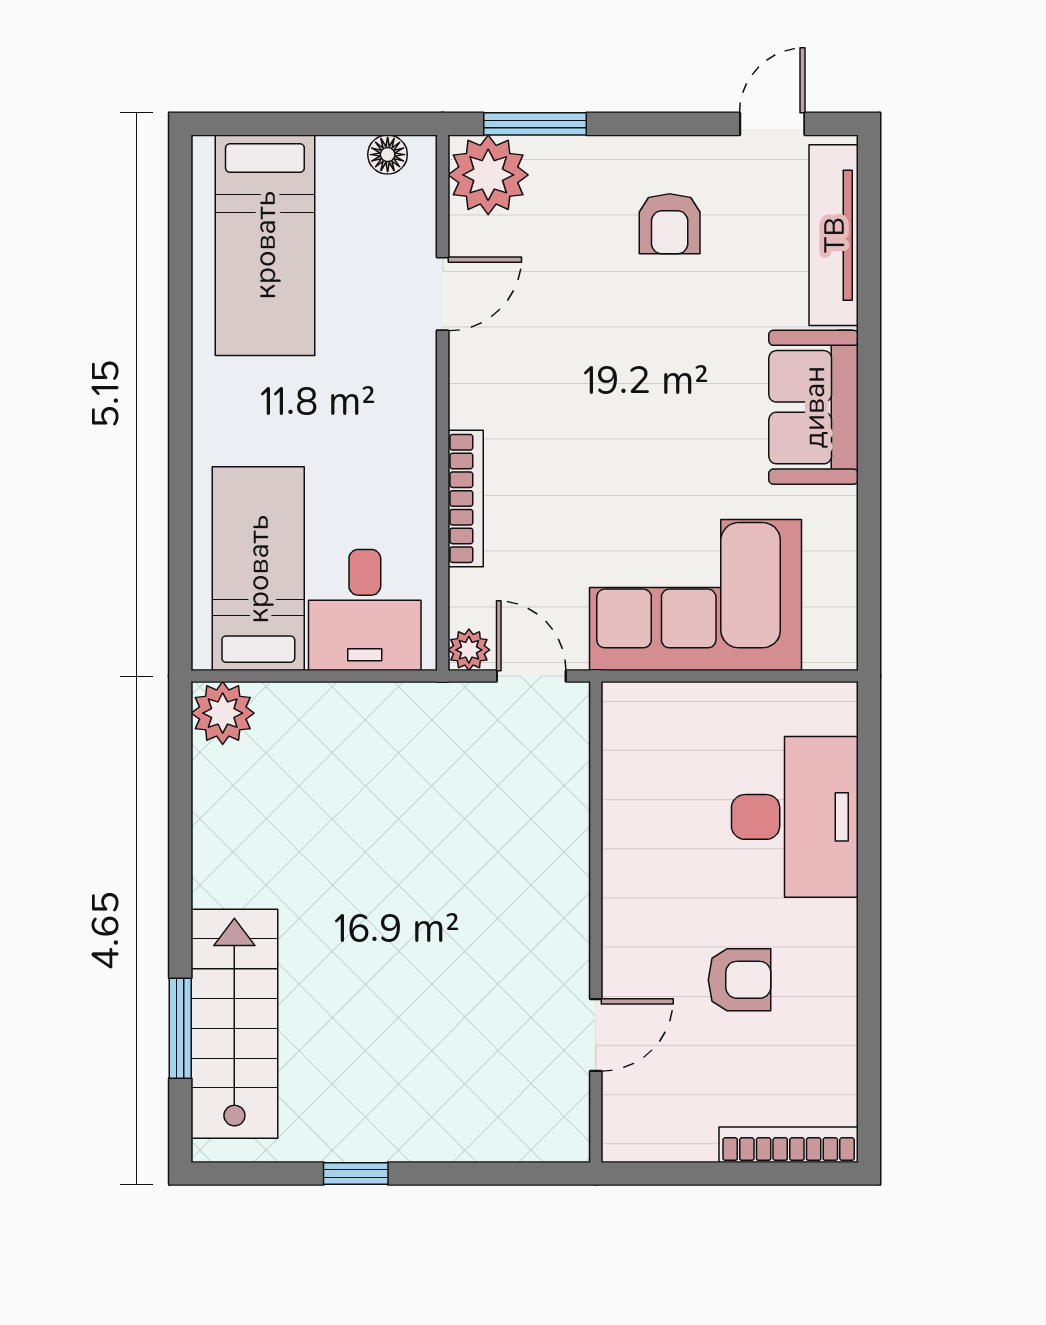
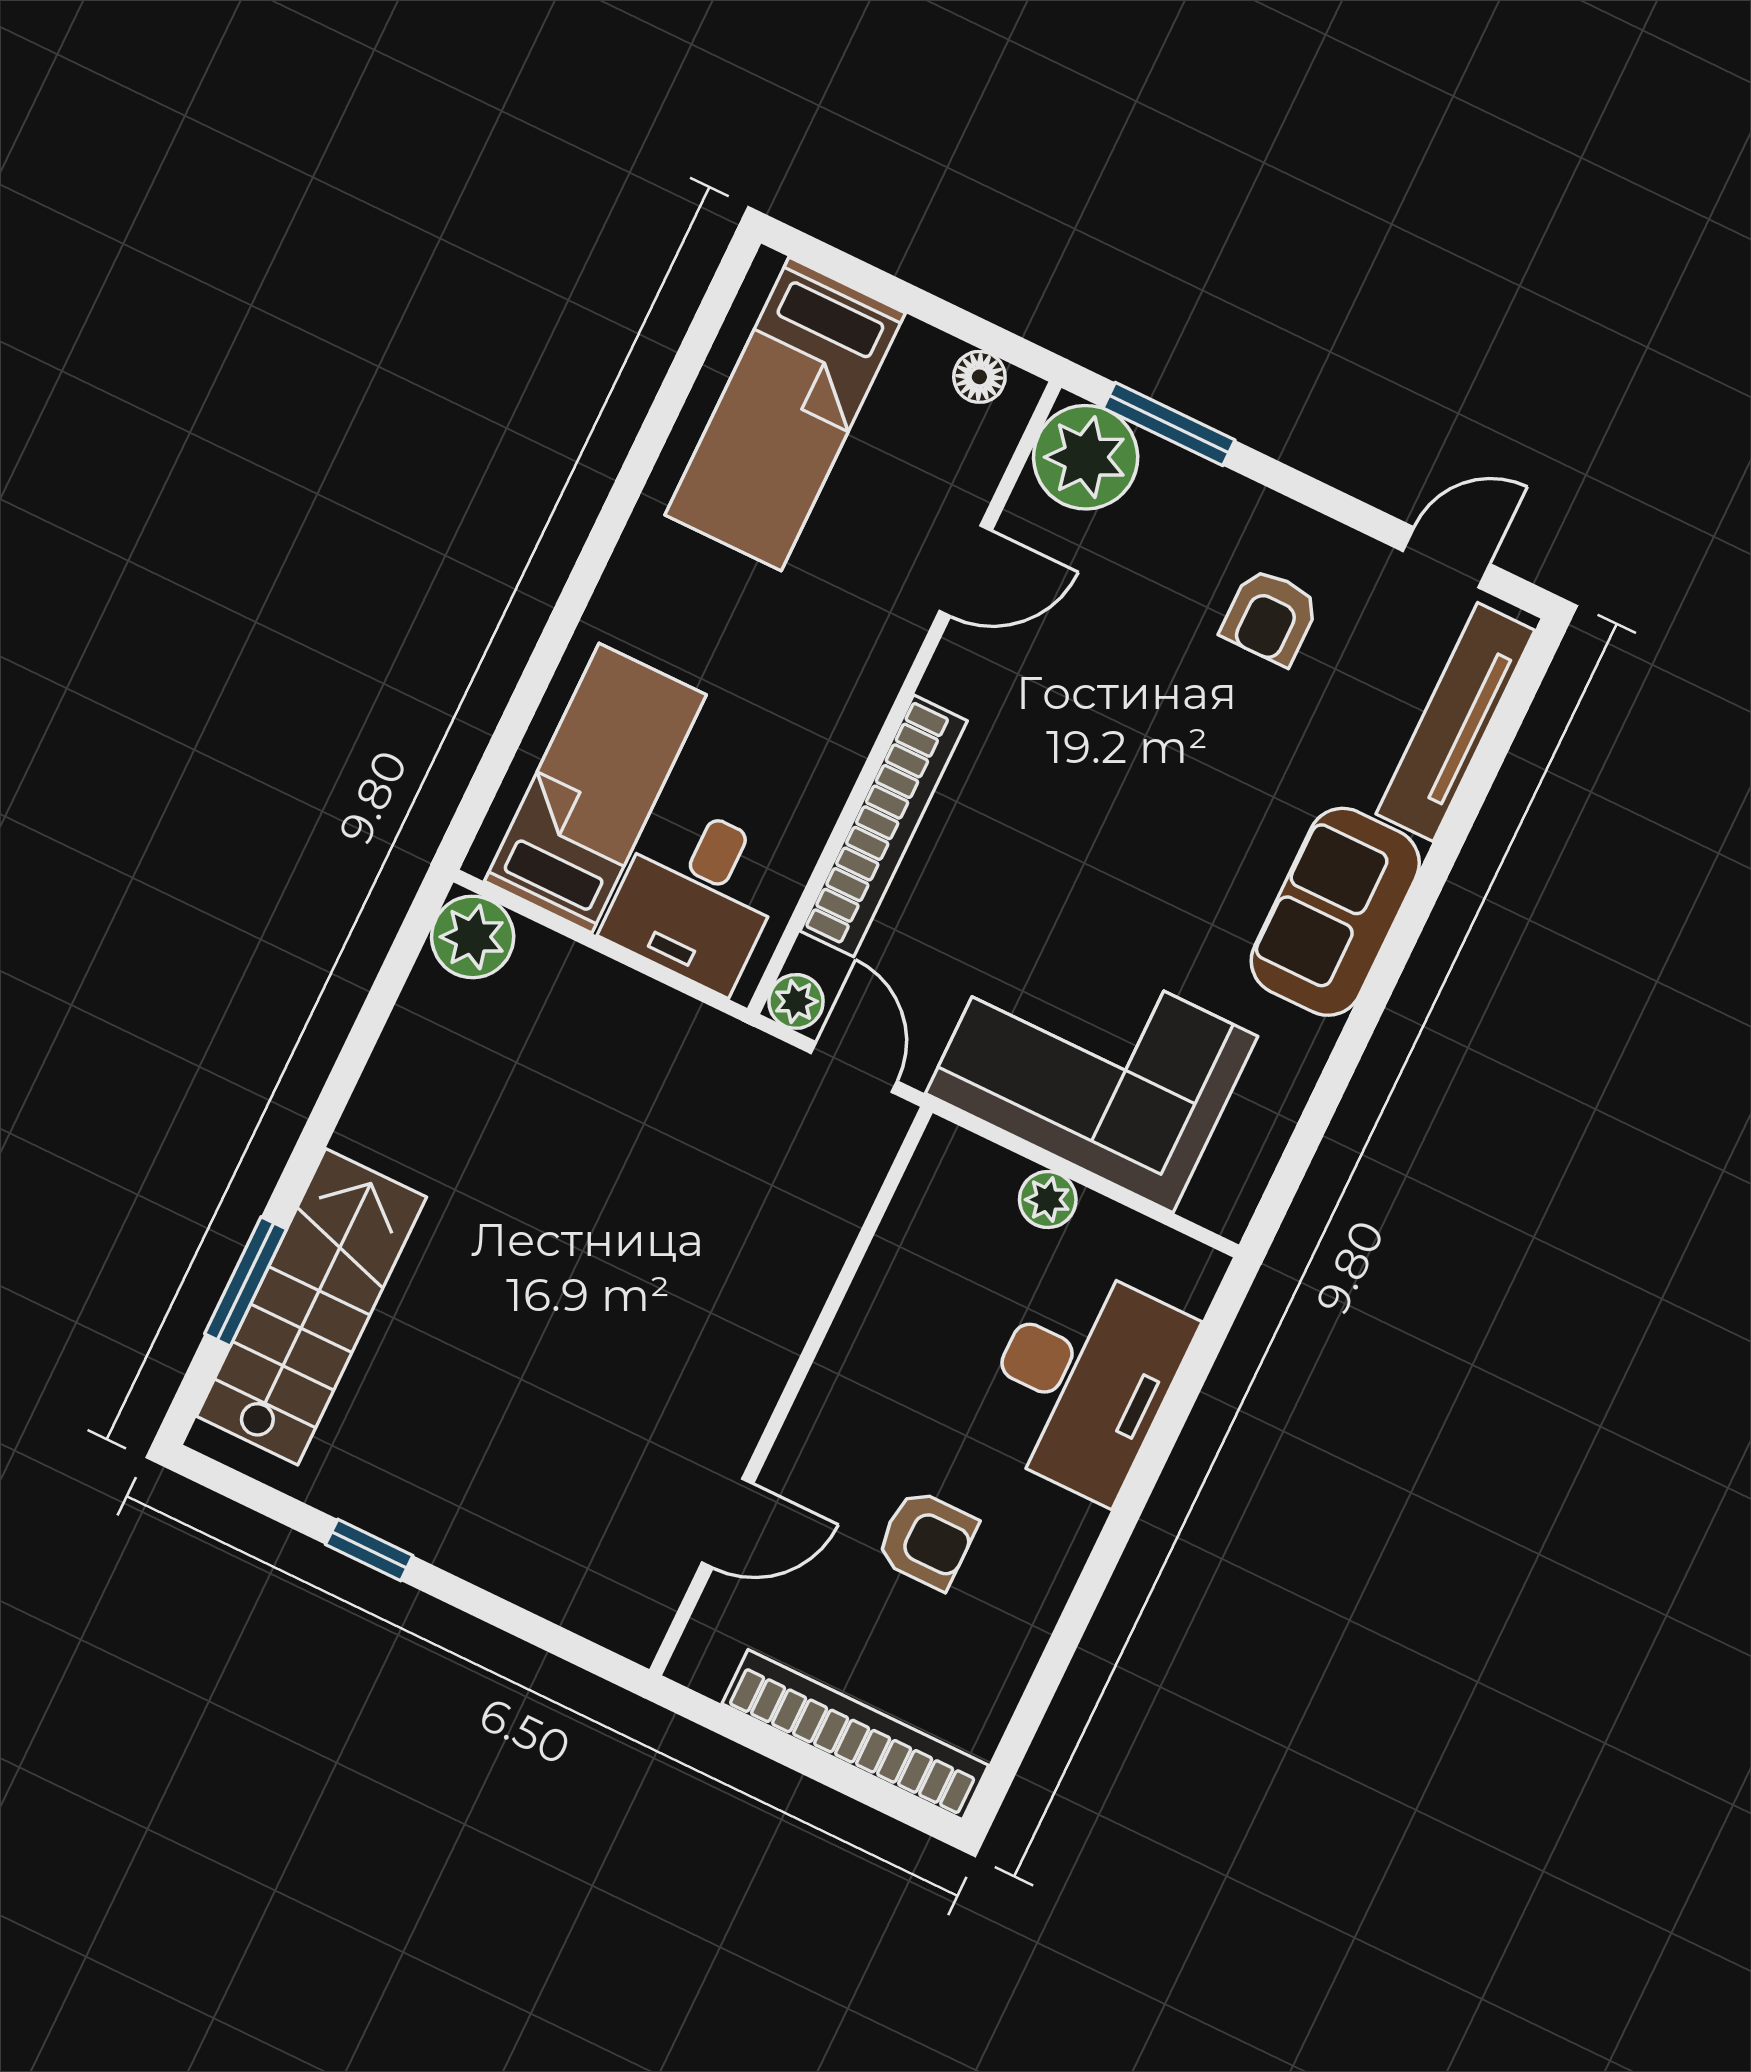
bookcase: (466, 498) -> (884, 826), width x1.48, depth x1.31
plant: (710, 703) -> (1048, 1200), added
bookcase: (789, 1145) -> (855, 1735), width x1.48, depth x1.31

